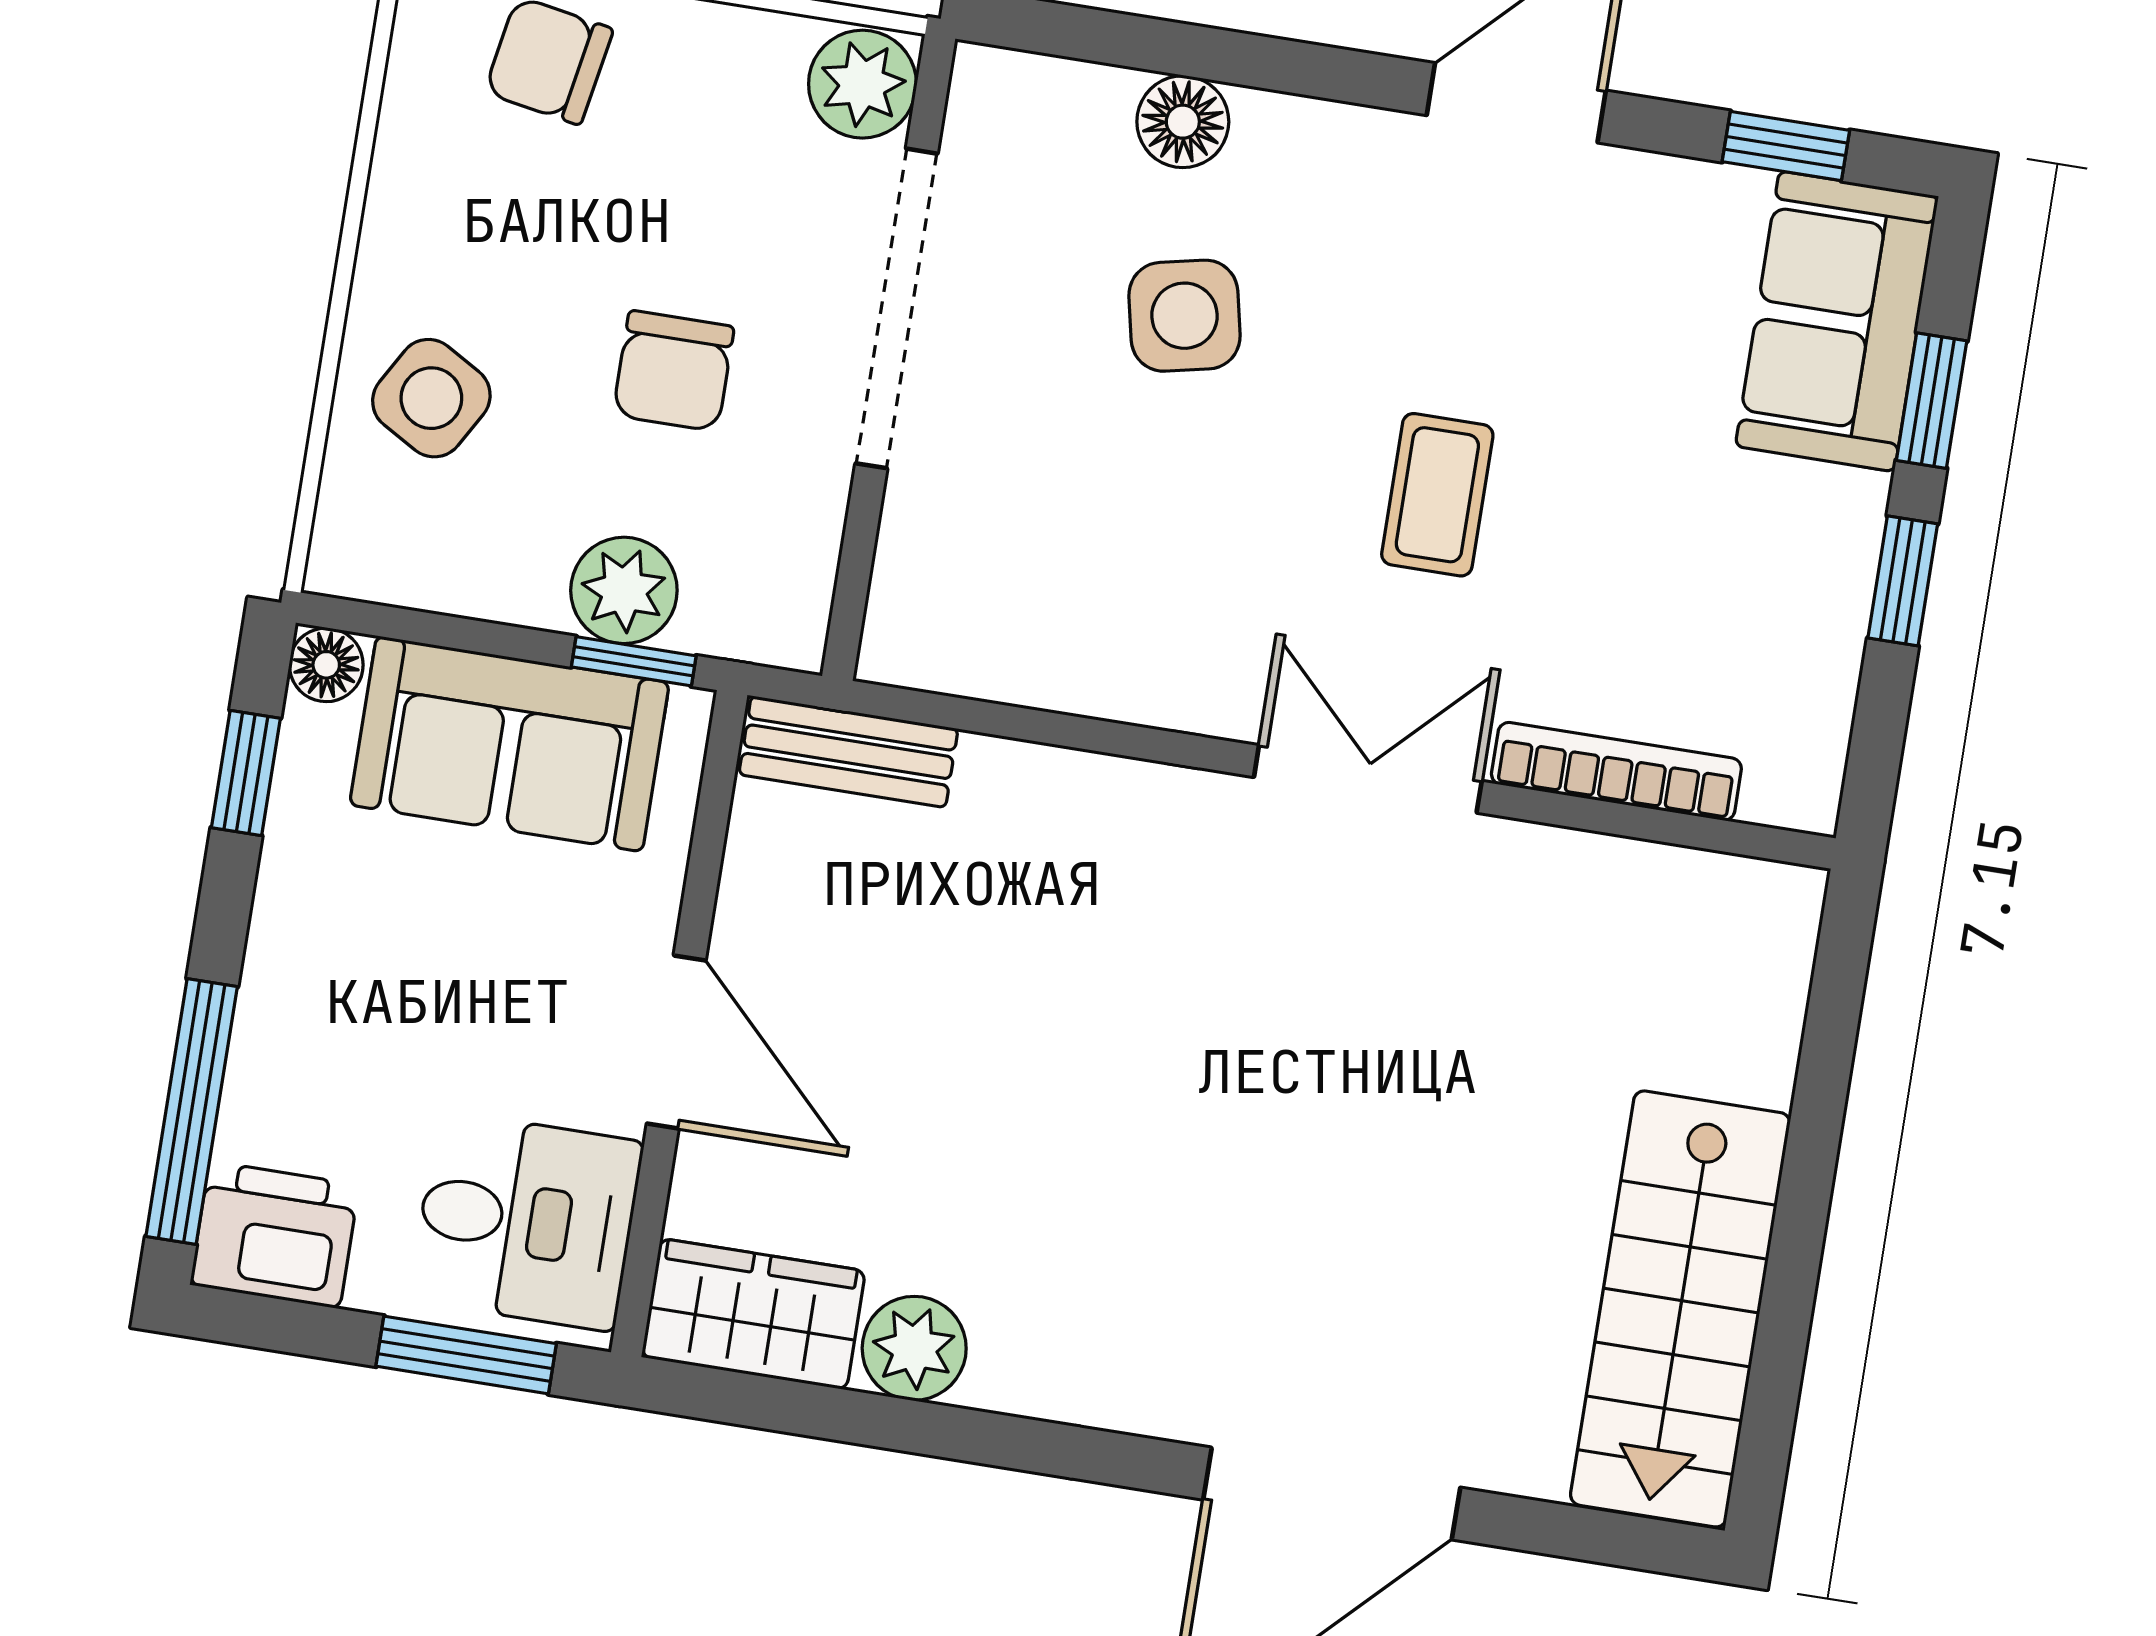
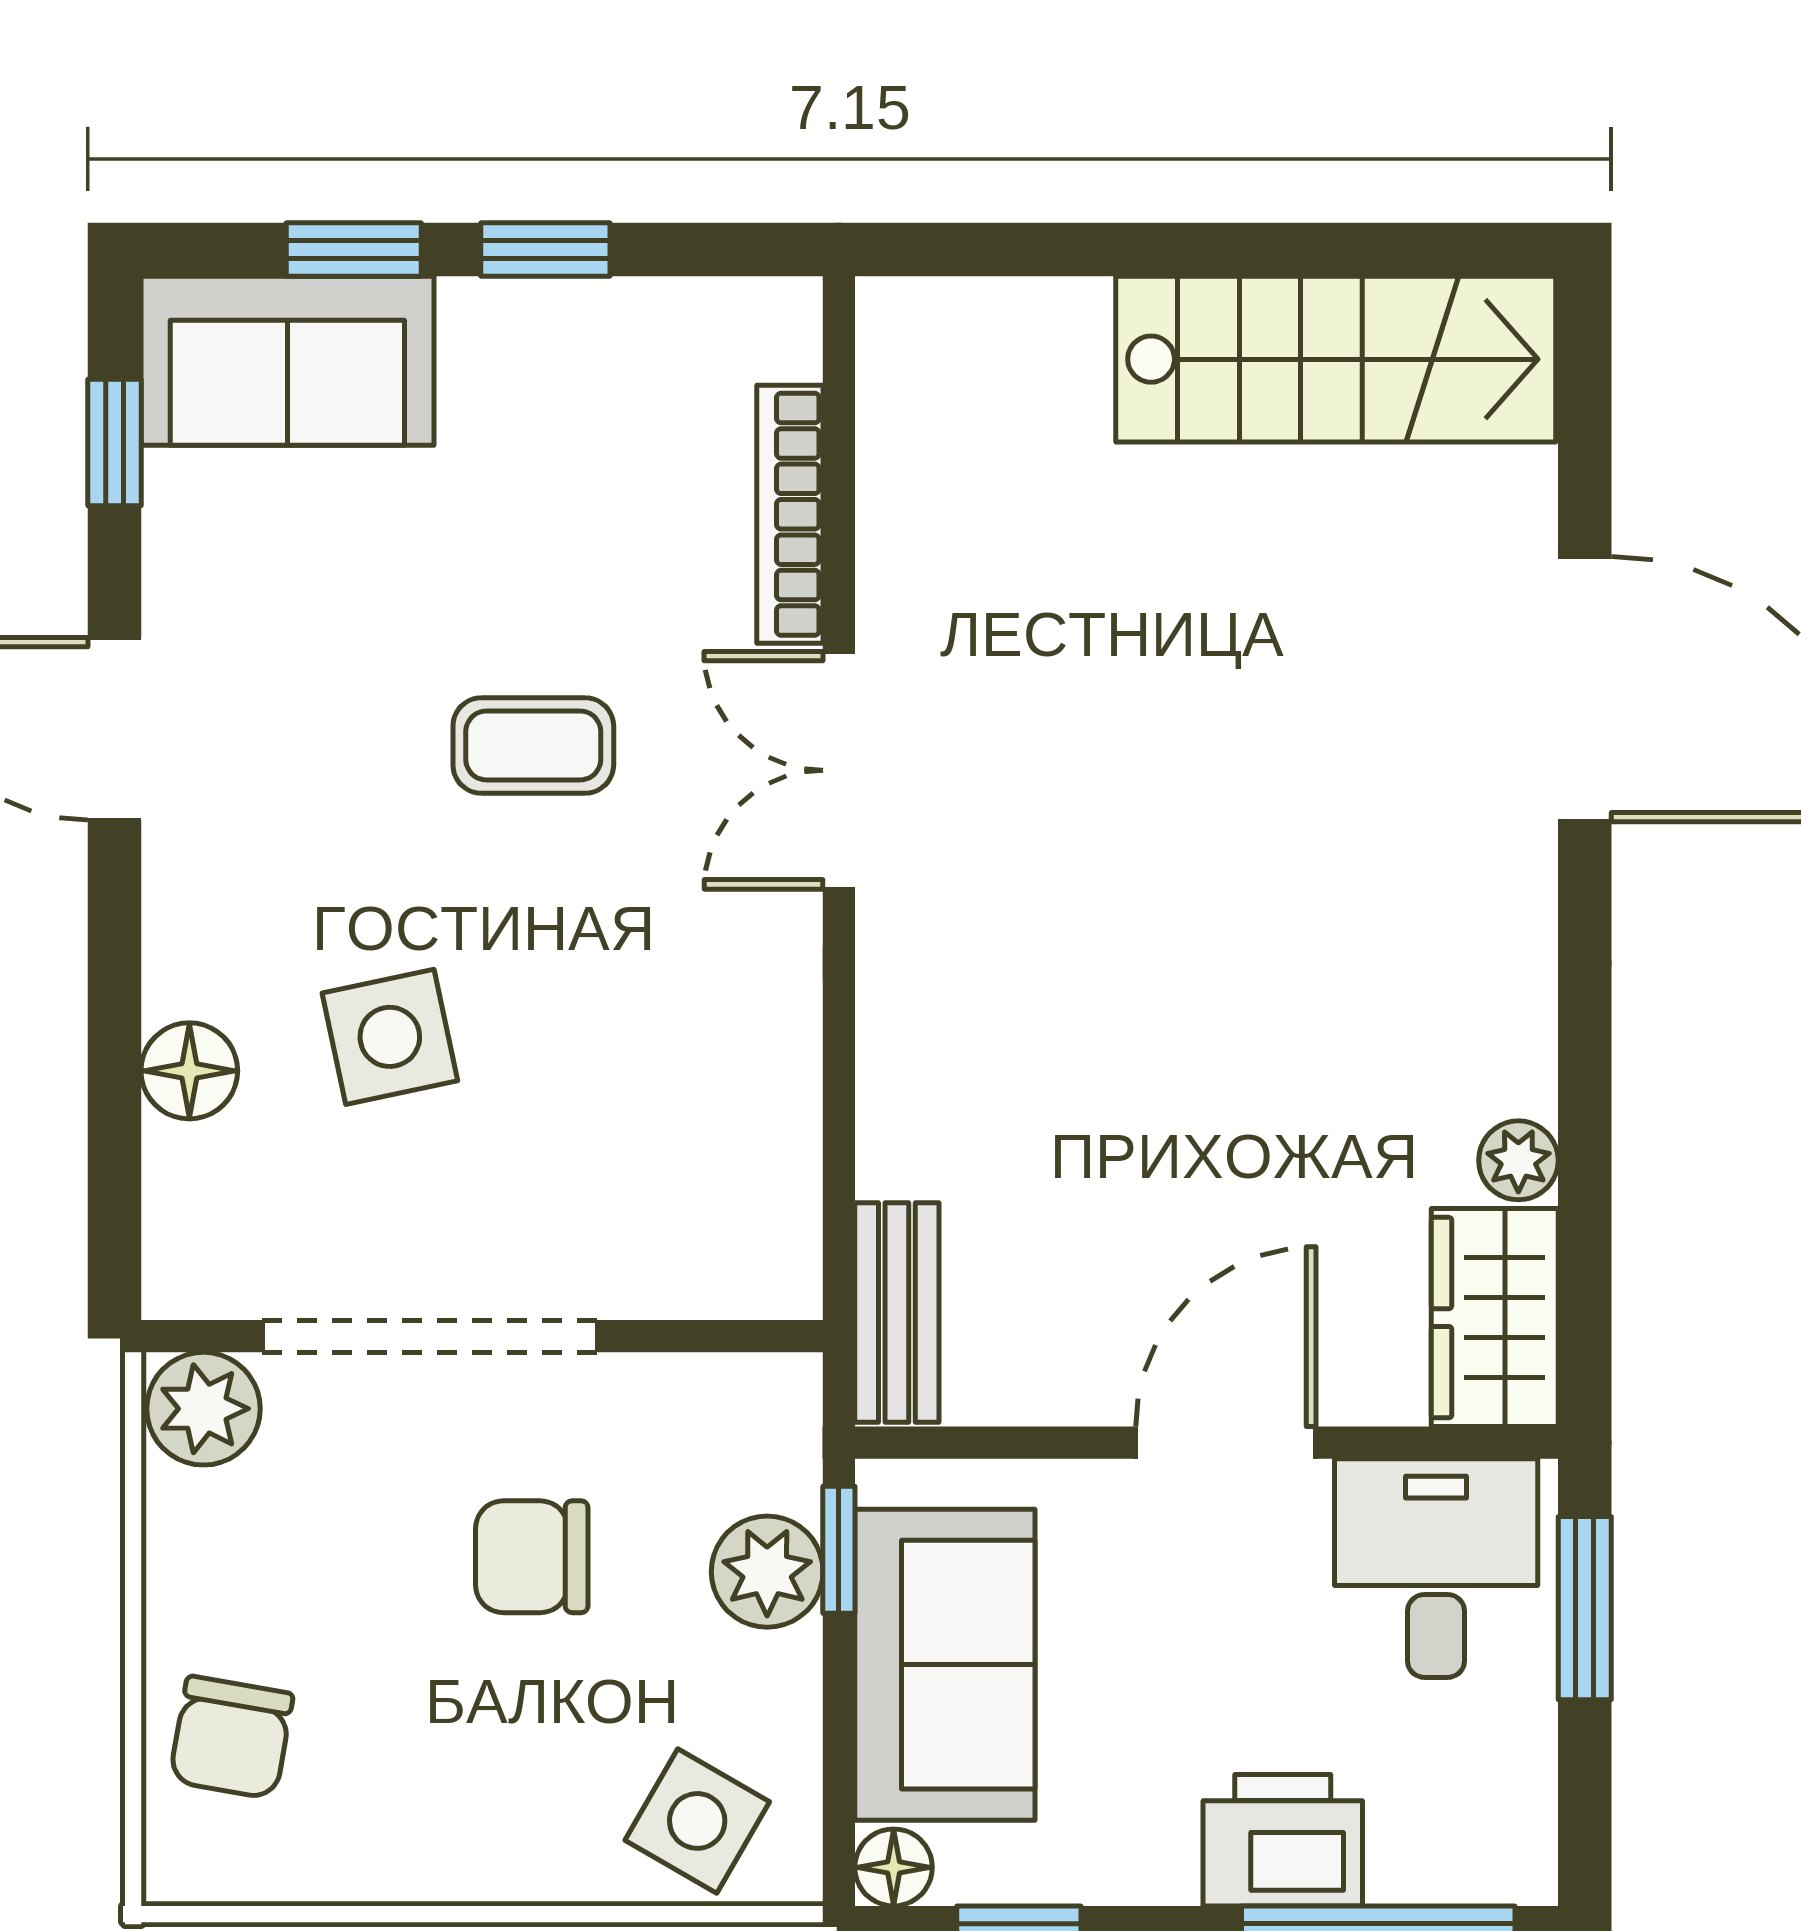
chair: (673, 371) -> (532, 1557), turned 180
side table: (431, 398) -> (697, 1821), moved
printer: (275, 1235) -> (1283, 1840), moved, turned 90
plant: (914, 1348) -> (1518, 1160), width x0.73, depth x0.73

